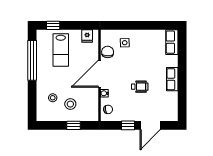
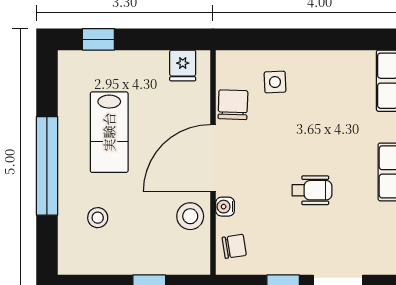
lab bench: (61, 50) -> (109, 132), moved
window: (32, 60) -> (47, 166), moved
stool: (70, 104) -> (190, 216), moved

